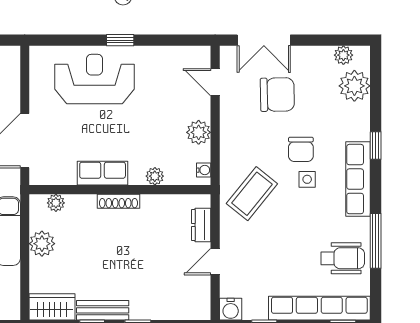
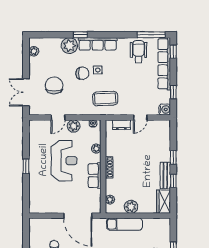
double door: (264, 40) -> (26, 92), swing flipped
reception desk: (95, 79) -> (64, 161), moved, turned 180
door: (215, 82) -> (58, 117), moved
plant: (354, 86) -> (69, 46), moved
coffee table: (252, 194) -> (105, 98), turned -42
window: (376, 241) -> (151, 35), moved
door: (215, 262) -> (140, 117), hinge flipped

